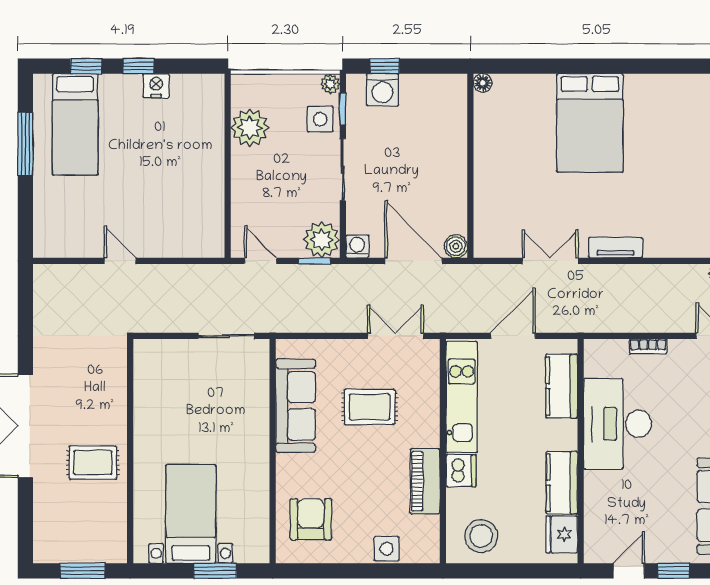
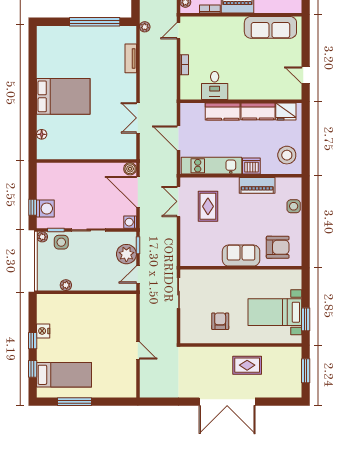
floor lamp: (483, 83) -> (42, 134), moved
plant: (250, 128) -> (66, 285), width x0.53, depth x0.53
plant: (322, 240) -> (126, 254), moved
tv unit: (615, 248) -> (131, 58), moved
door: (120, 261) -> (138, 350), swing flipped
door: (413, 261) -> (138, 192), hinge flipped
kitchen counter: (562, 386) -> (223, 112), moved
sofa: (296, 406) -> (241, 256), moved, width x0.73
rug: (369, 407) -> (208, 206), moved
armchair: (174, 413) -> (220, 321), added
desk: (618, 424) -> (215, 86), width x0.53, depth x0.77
rug: (93, 463) -> (247, 365), turned 90
armchair: (311, 519) -> (278, 247), turned 180
window: (215, 571) -> (306, 319), moved
window: (674, 571) -> (306, 51), removed

